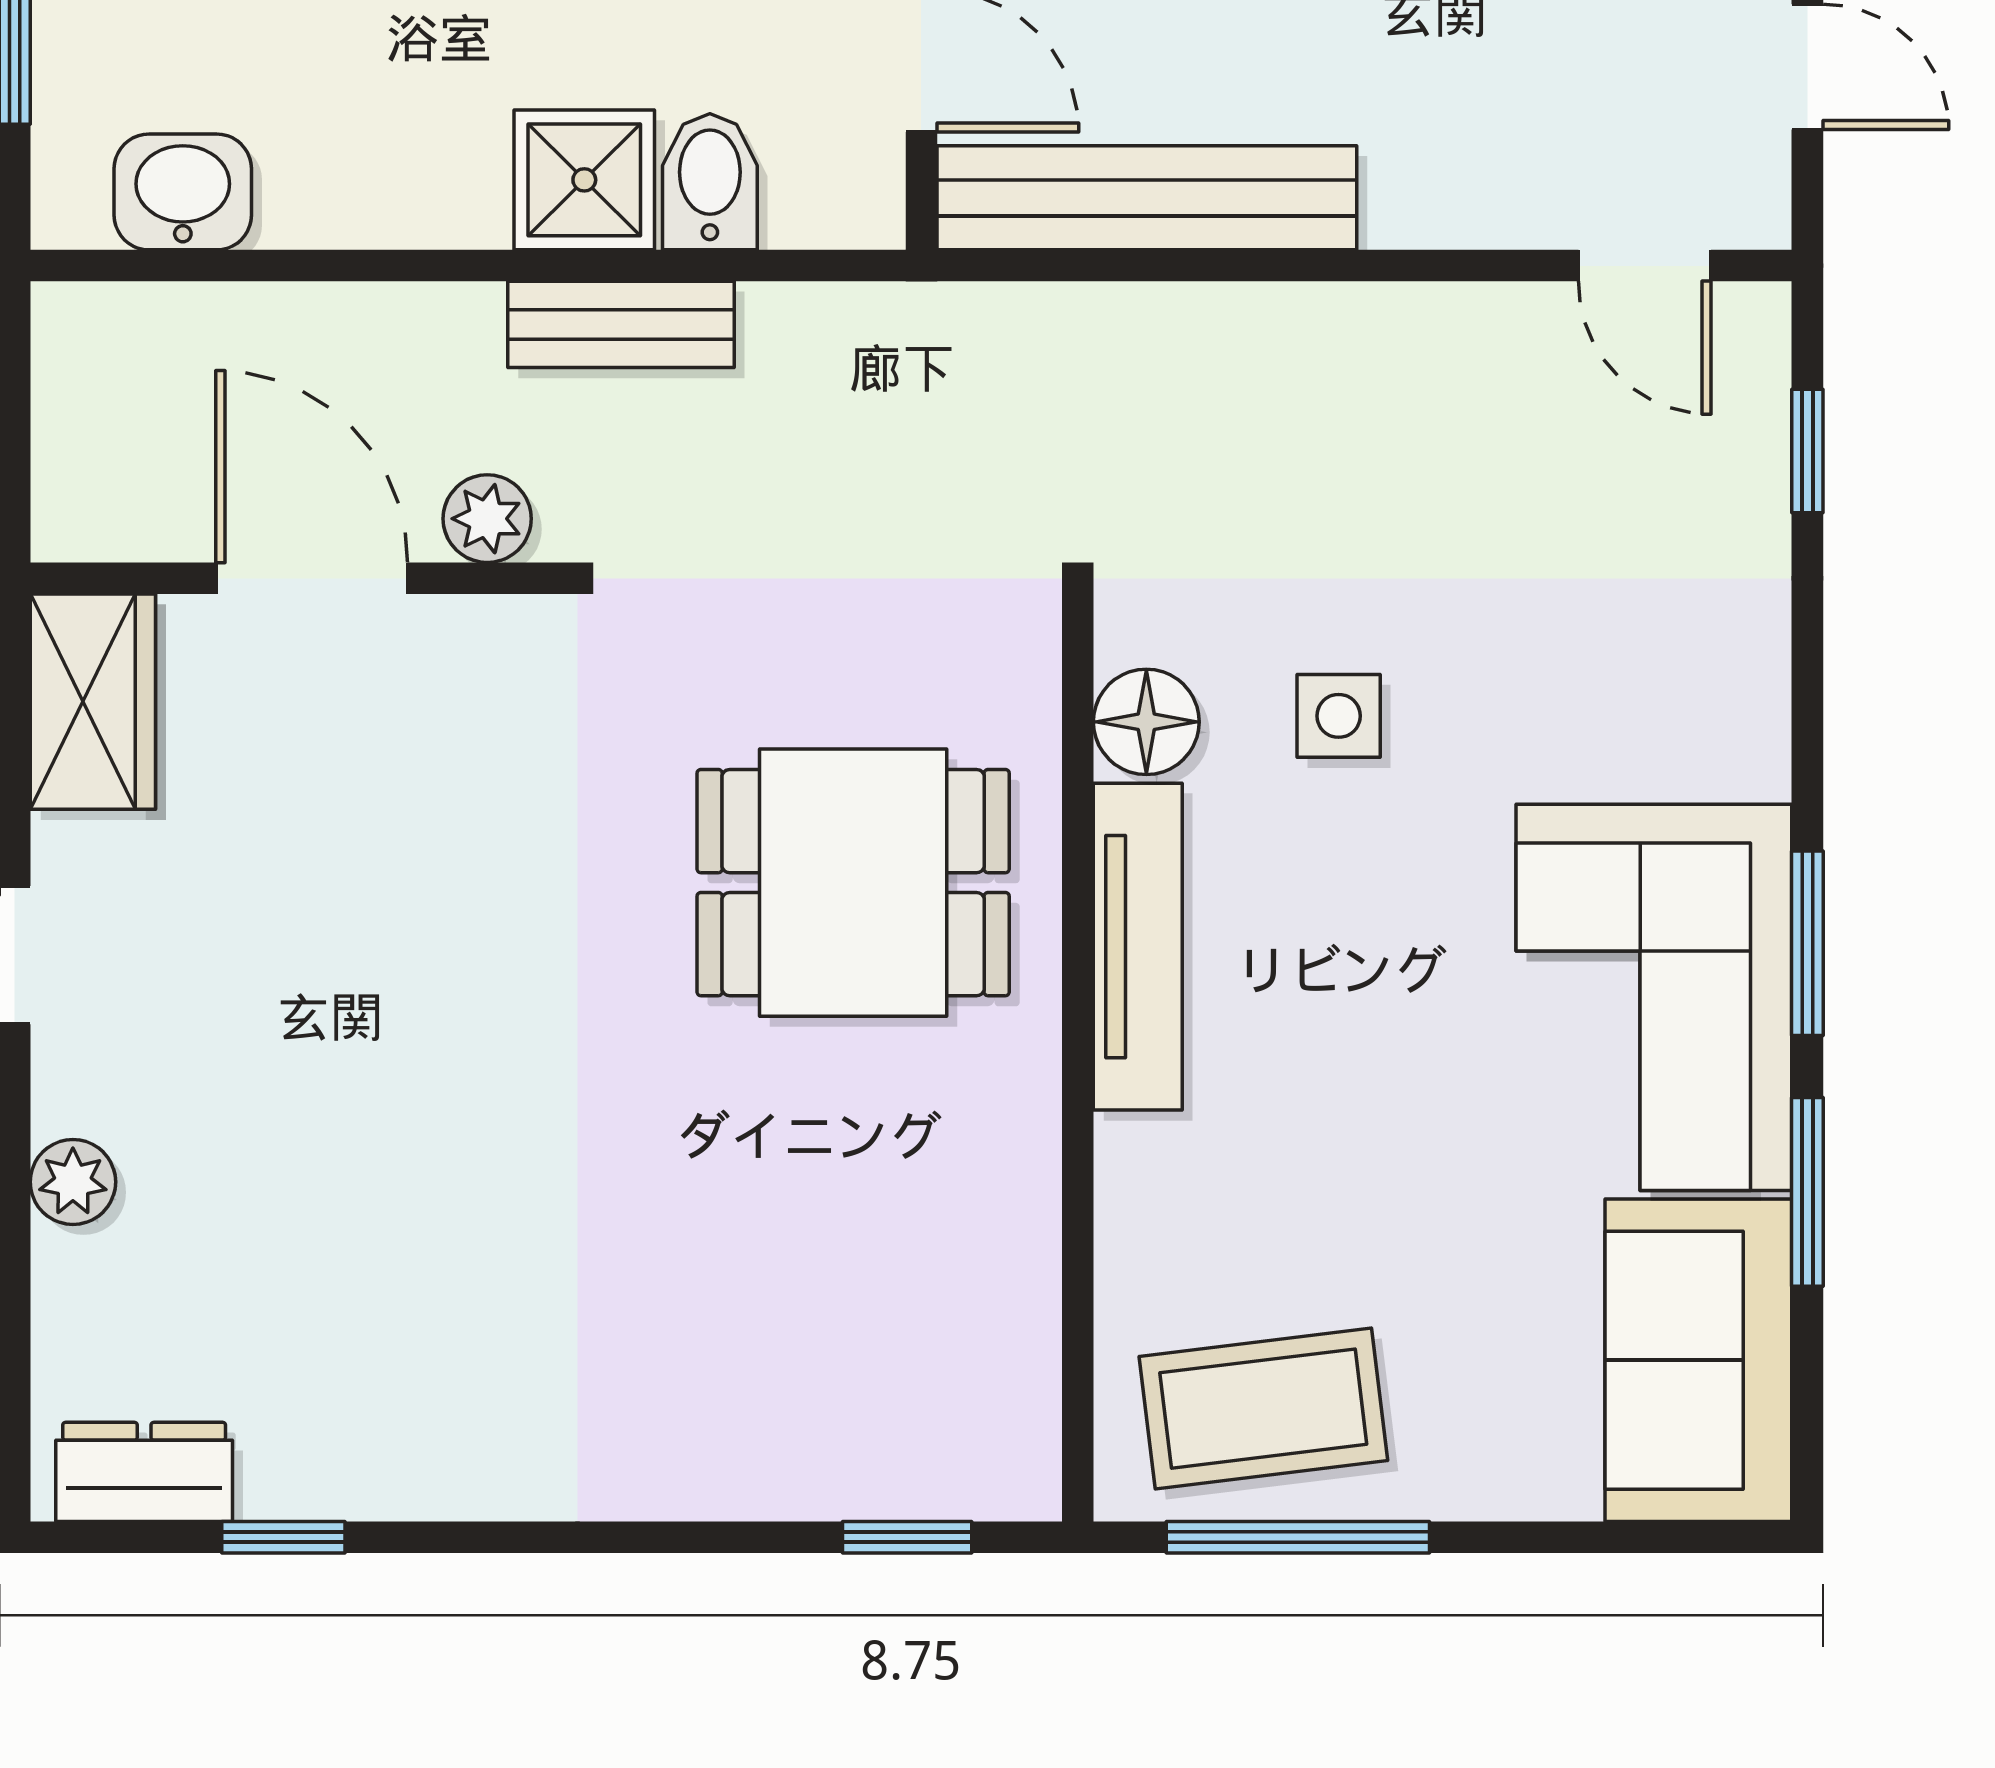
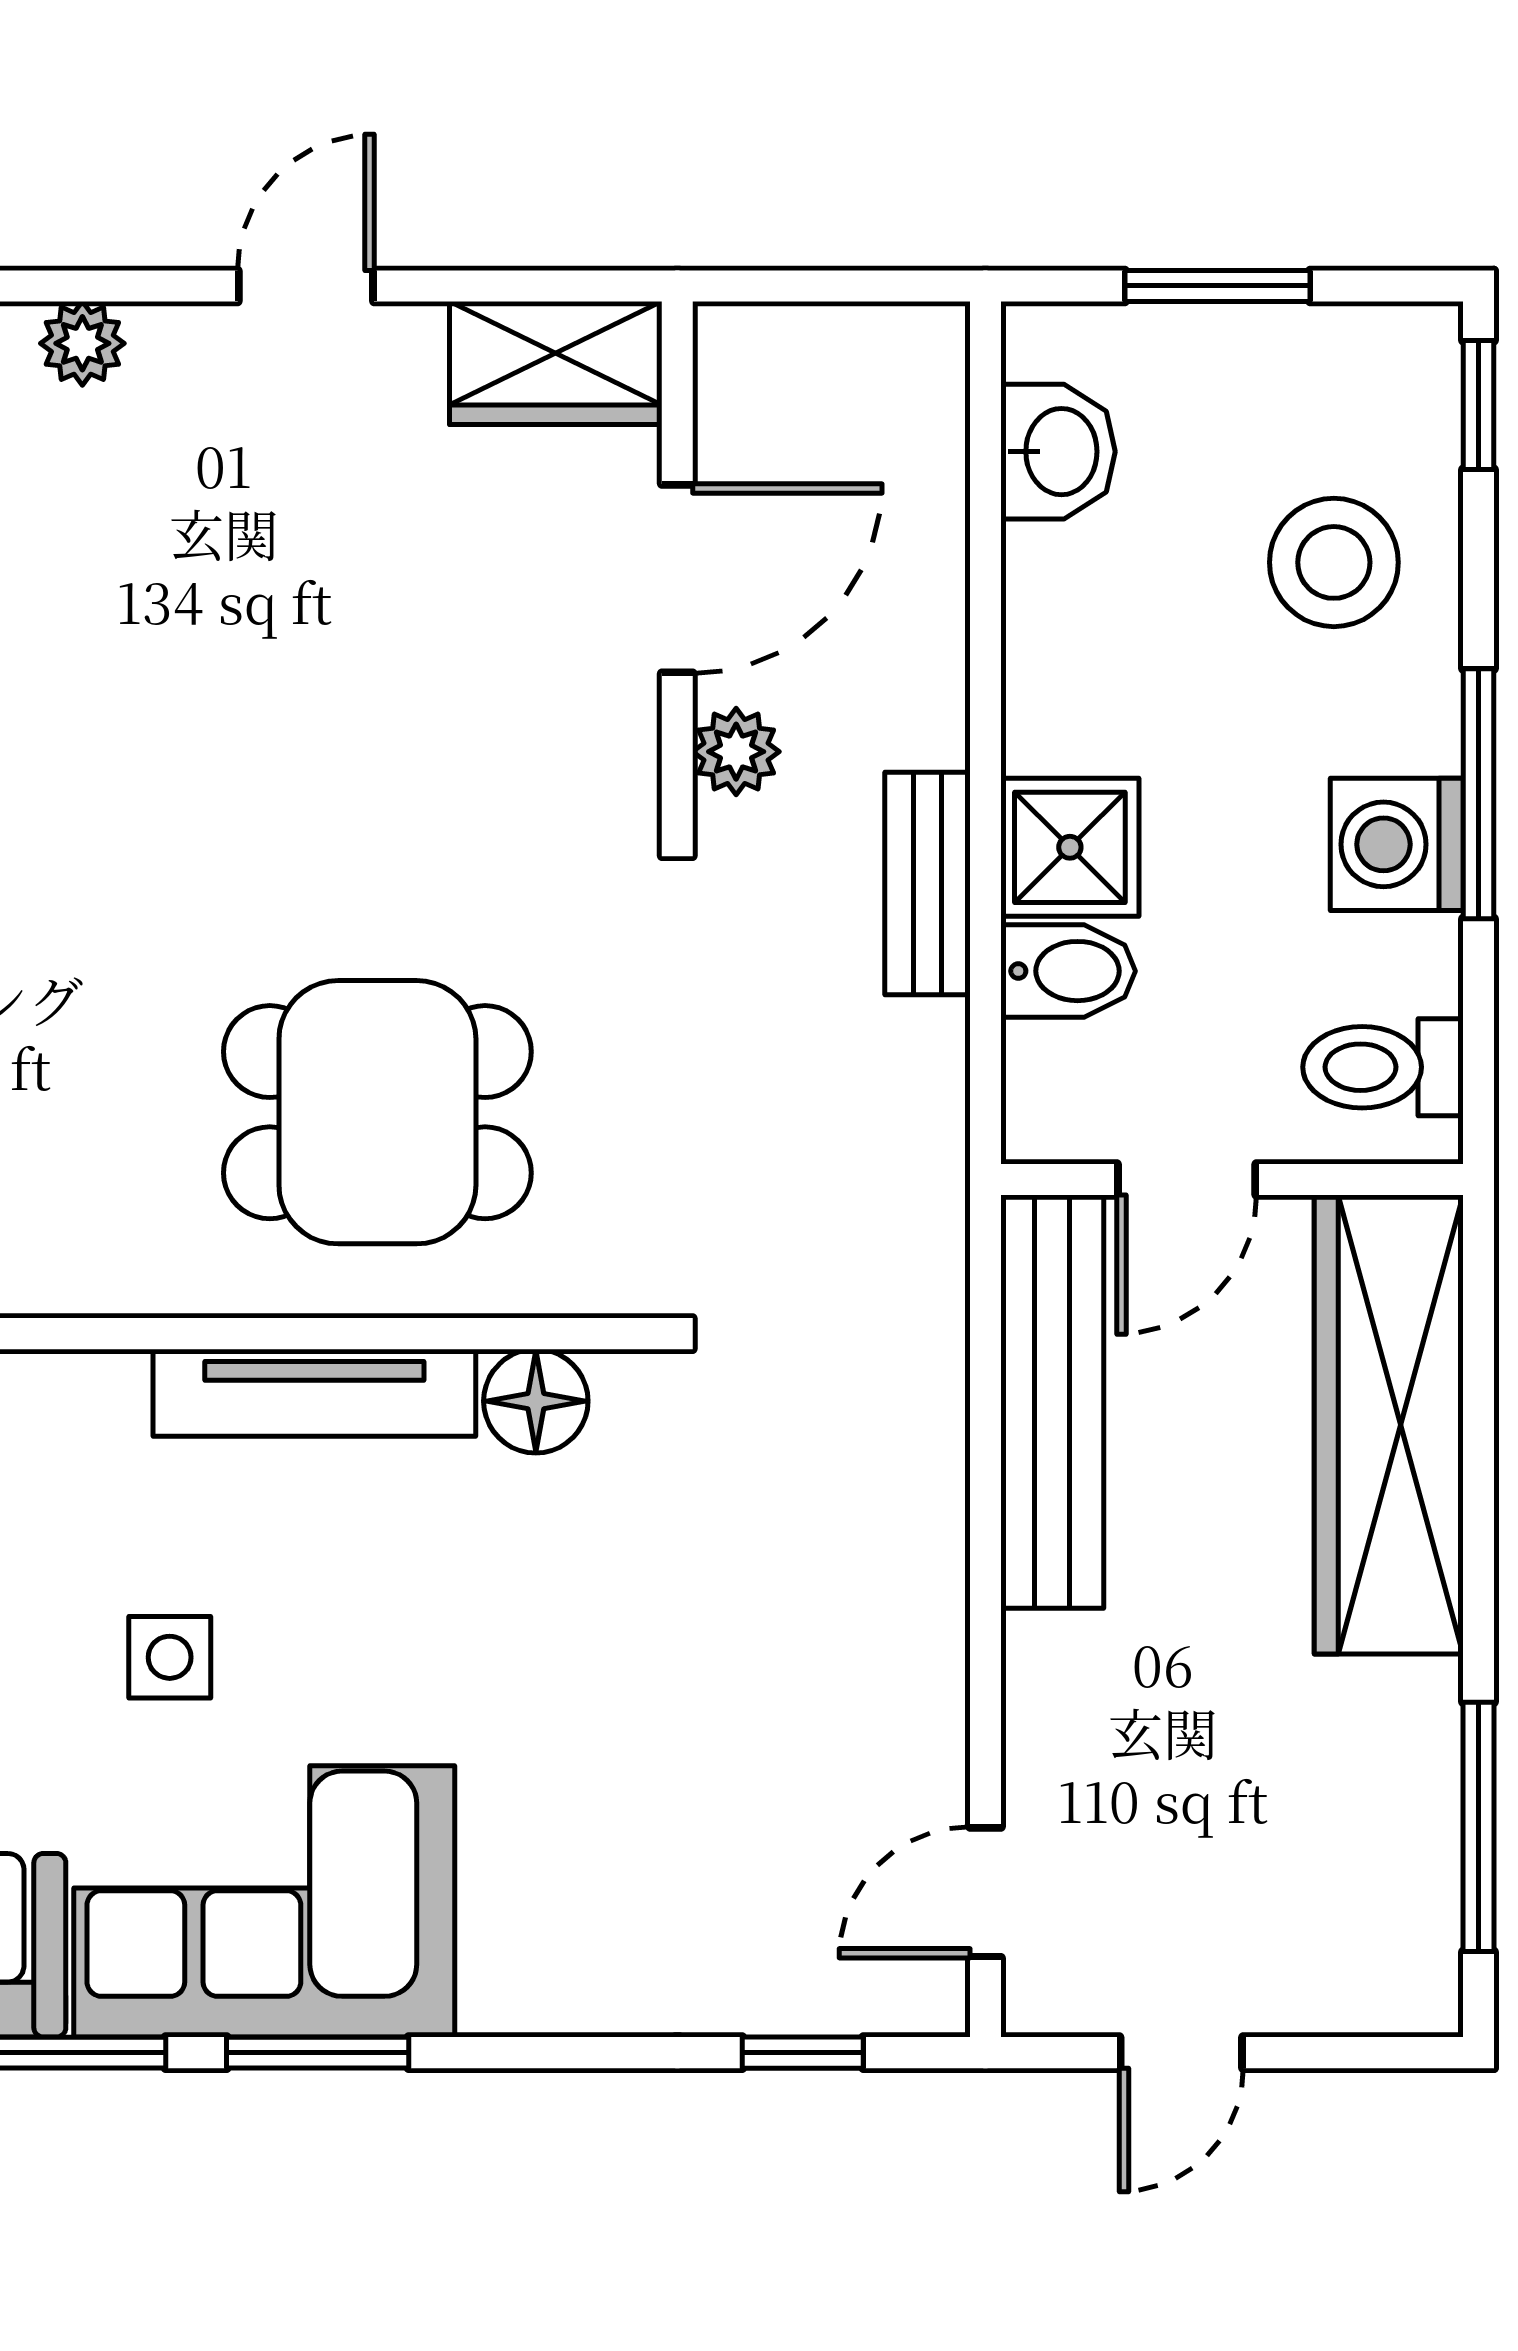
side table: (1339, 716) -> (170, 1657), moved
dining table: (853, 883) -> (377, 1112), turned 90

